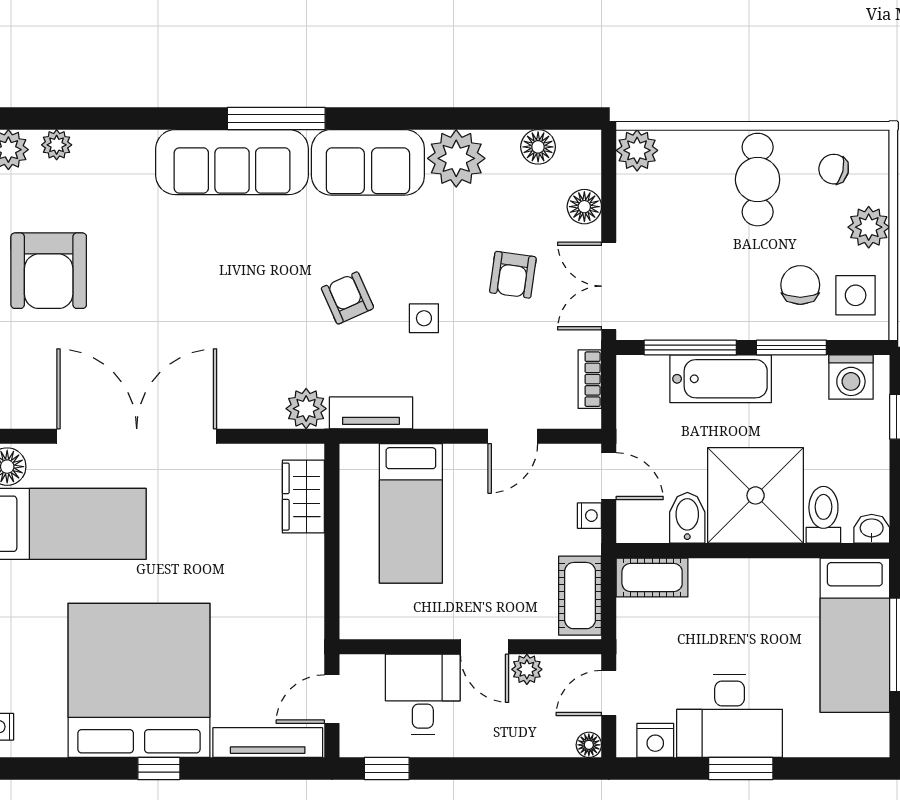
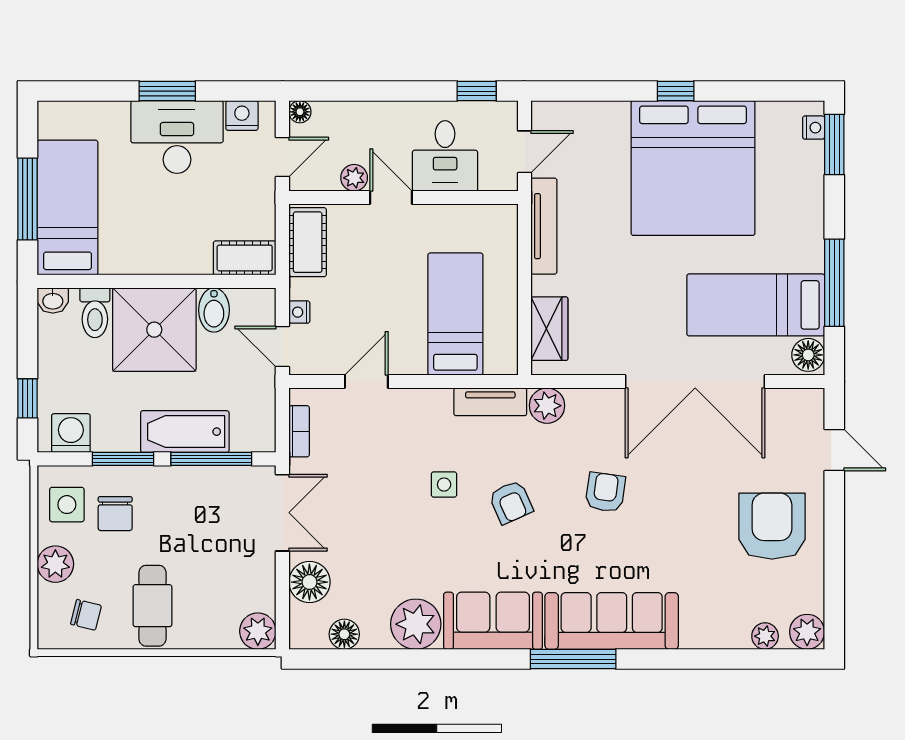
floor lamp: (584, 207) -> (309, 582), width x1.38, depth x1.38
armchair: (513, 275) -> (605, 492), moved
tv unit: (268, 743) -> (544, 226), moved, turned -90

